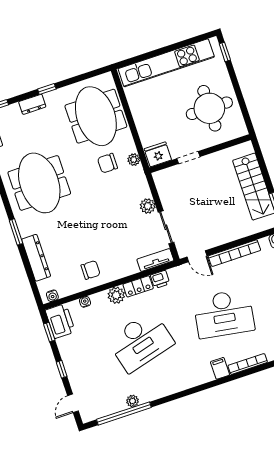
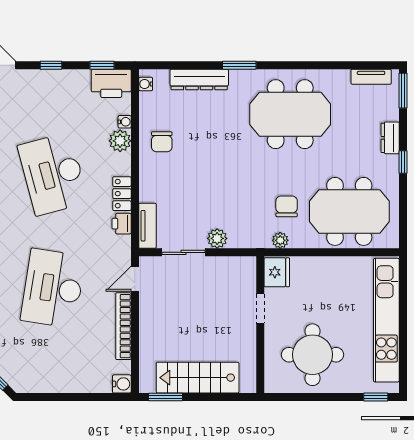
plant: (116, 295) -> (120, 141), moved

